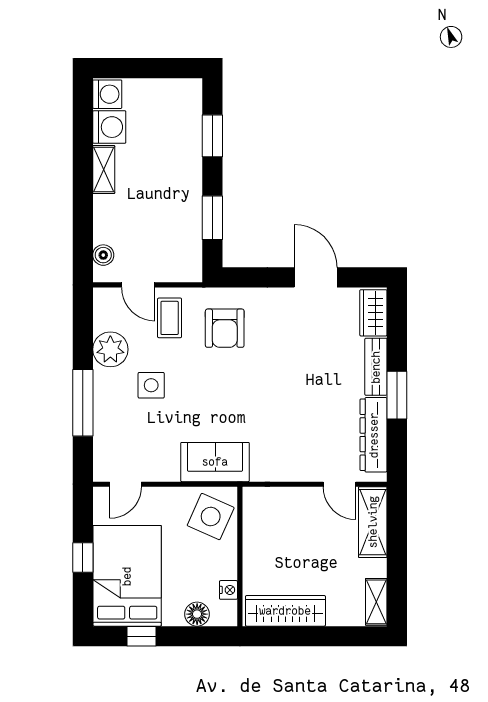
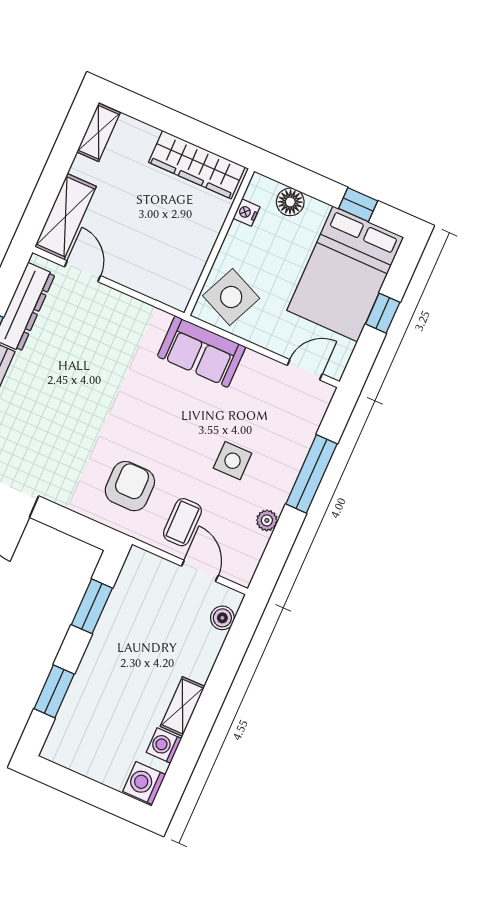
washing machine: (109, 127) -> (164, 745), width x0.73, depth x0.73
plant: (110, 349) -> (267, 520), width x0.53, depth x0.53

